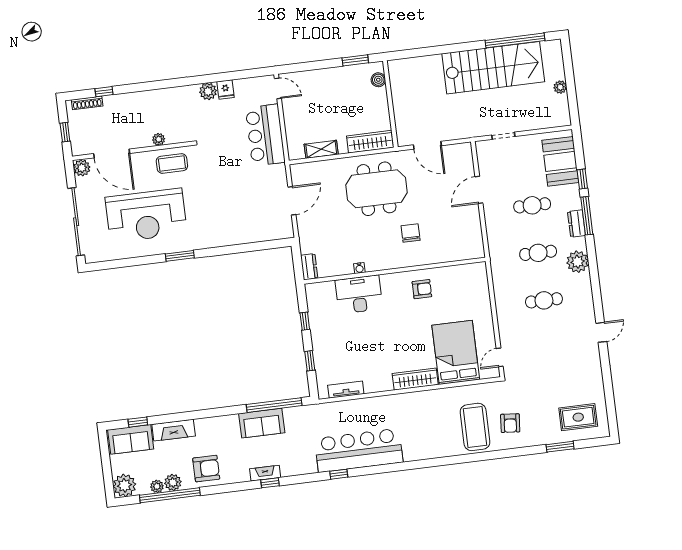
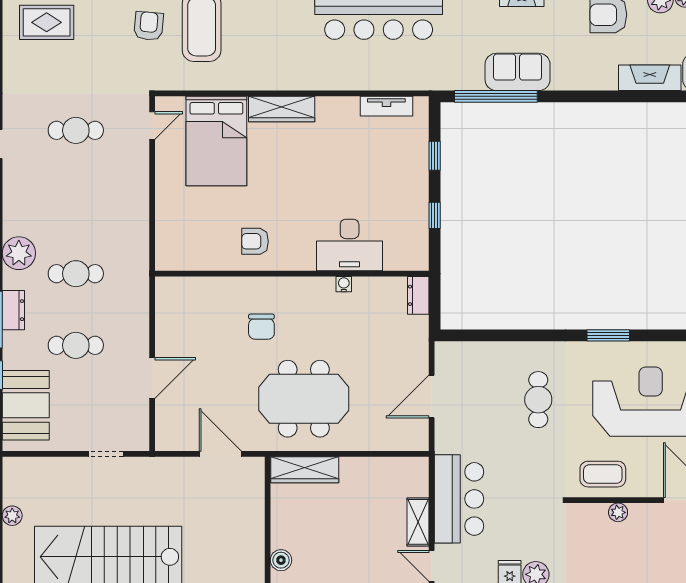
shelving: (321, 149) -> (418, 522), moved, turned 90
cafe table: (221, 208) -> (538, 400), added
cafe table: (544, 300) -> (76, 130), moved

